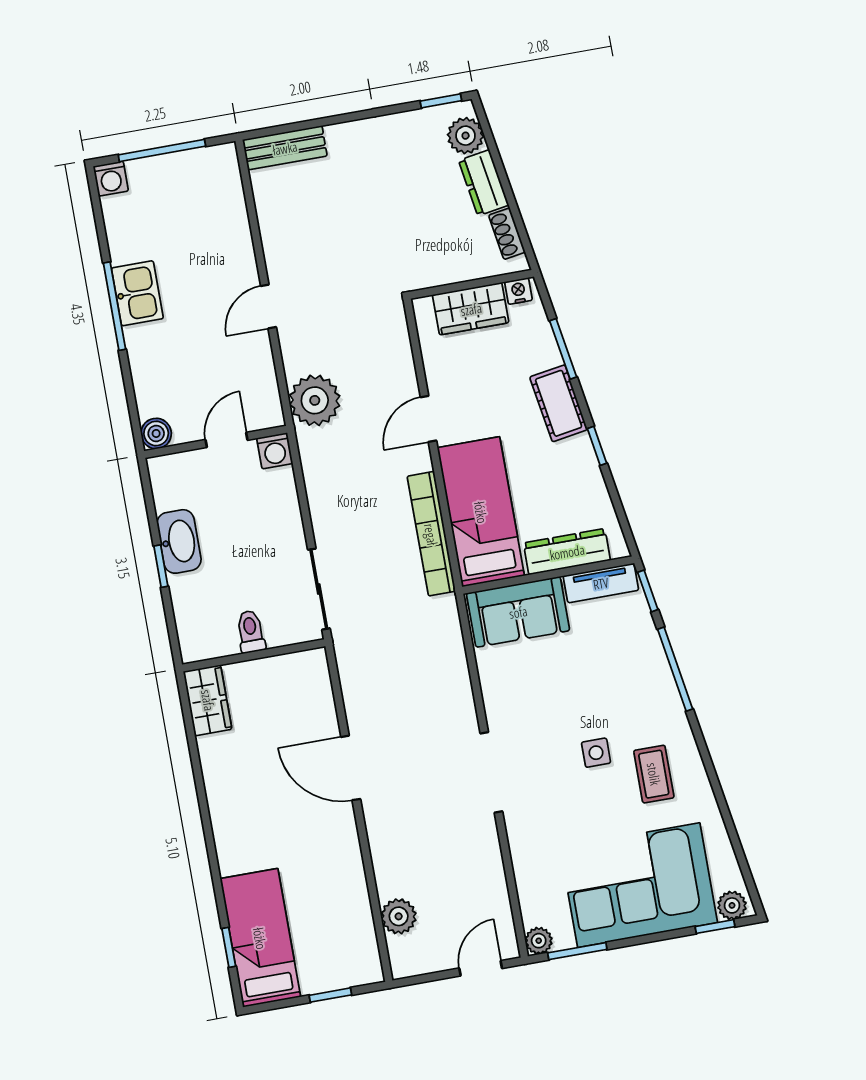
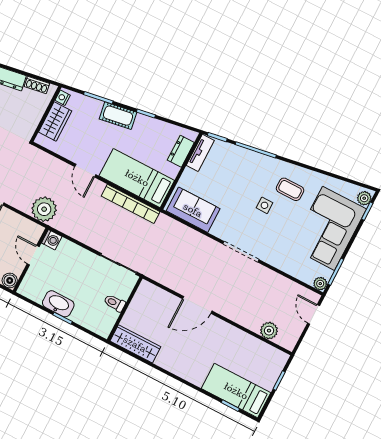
dresser: (567, 552) -> (181, 151), width x0.70
sofa: (518, 612) -> (193, 210), moved, turned -90
wardrobe: (208, 700) -> (135, 344), width x1.50

